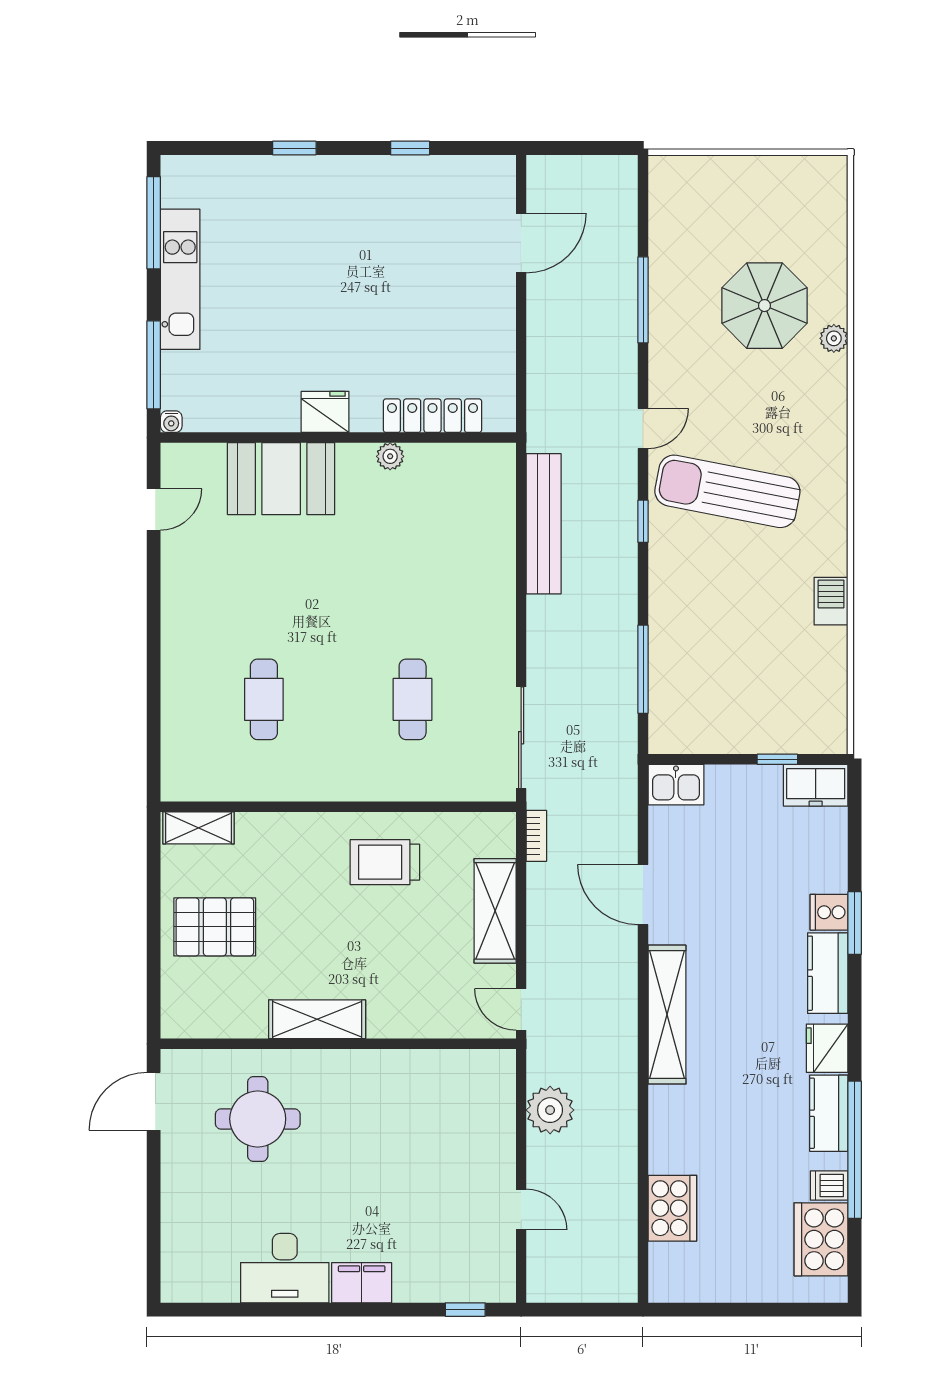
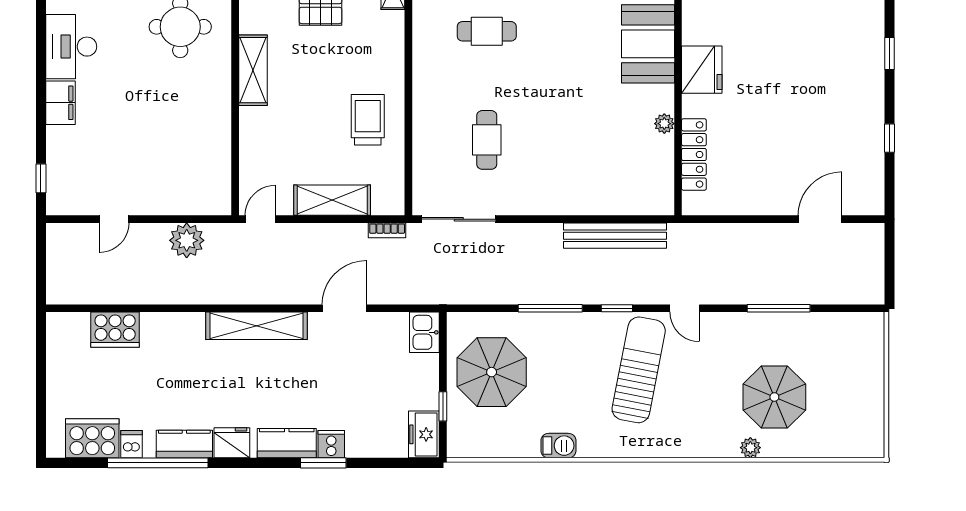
door: (521, 243) -> (820, 219), swing flipped
fridge: (325, 412) -> (702, 70), width x1.36, depth x1.34
window: (643, 669) -> (550, 308), moved
parasol: (730, 693) -> (492, 372), added
cafe table: (413, 699) -> (487, 140), turned 90

